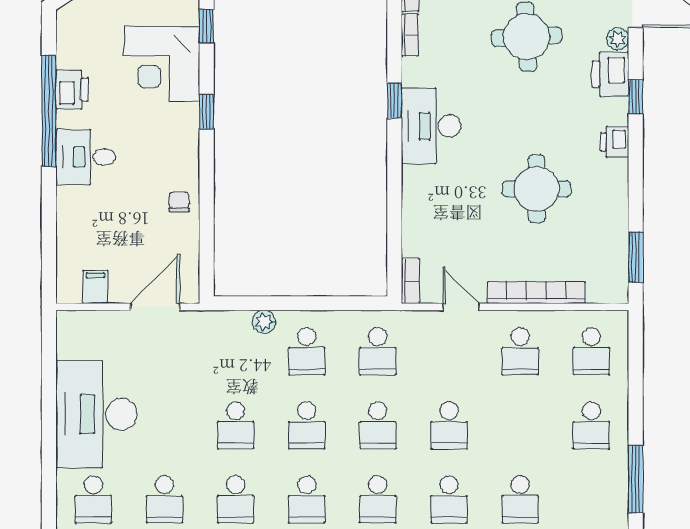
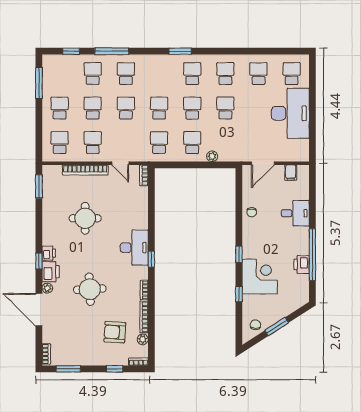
printer: (615, 142) -> (49, 253), moved
desk: (86, 157) -> (295, 213), moved
school desk: (378, 499) -> (93, 108), moved

